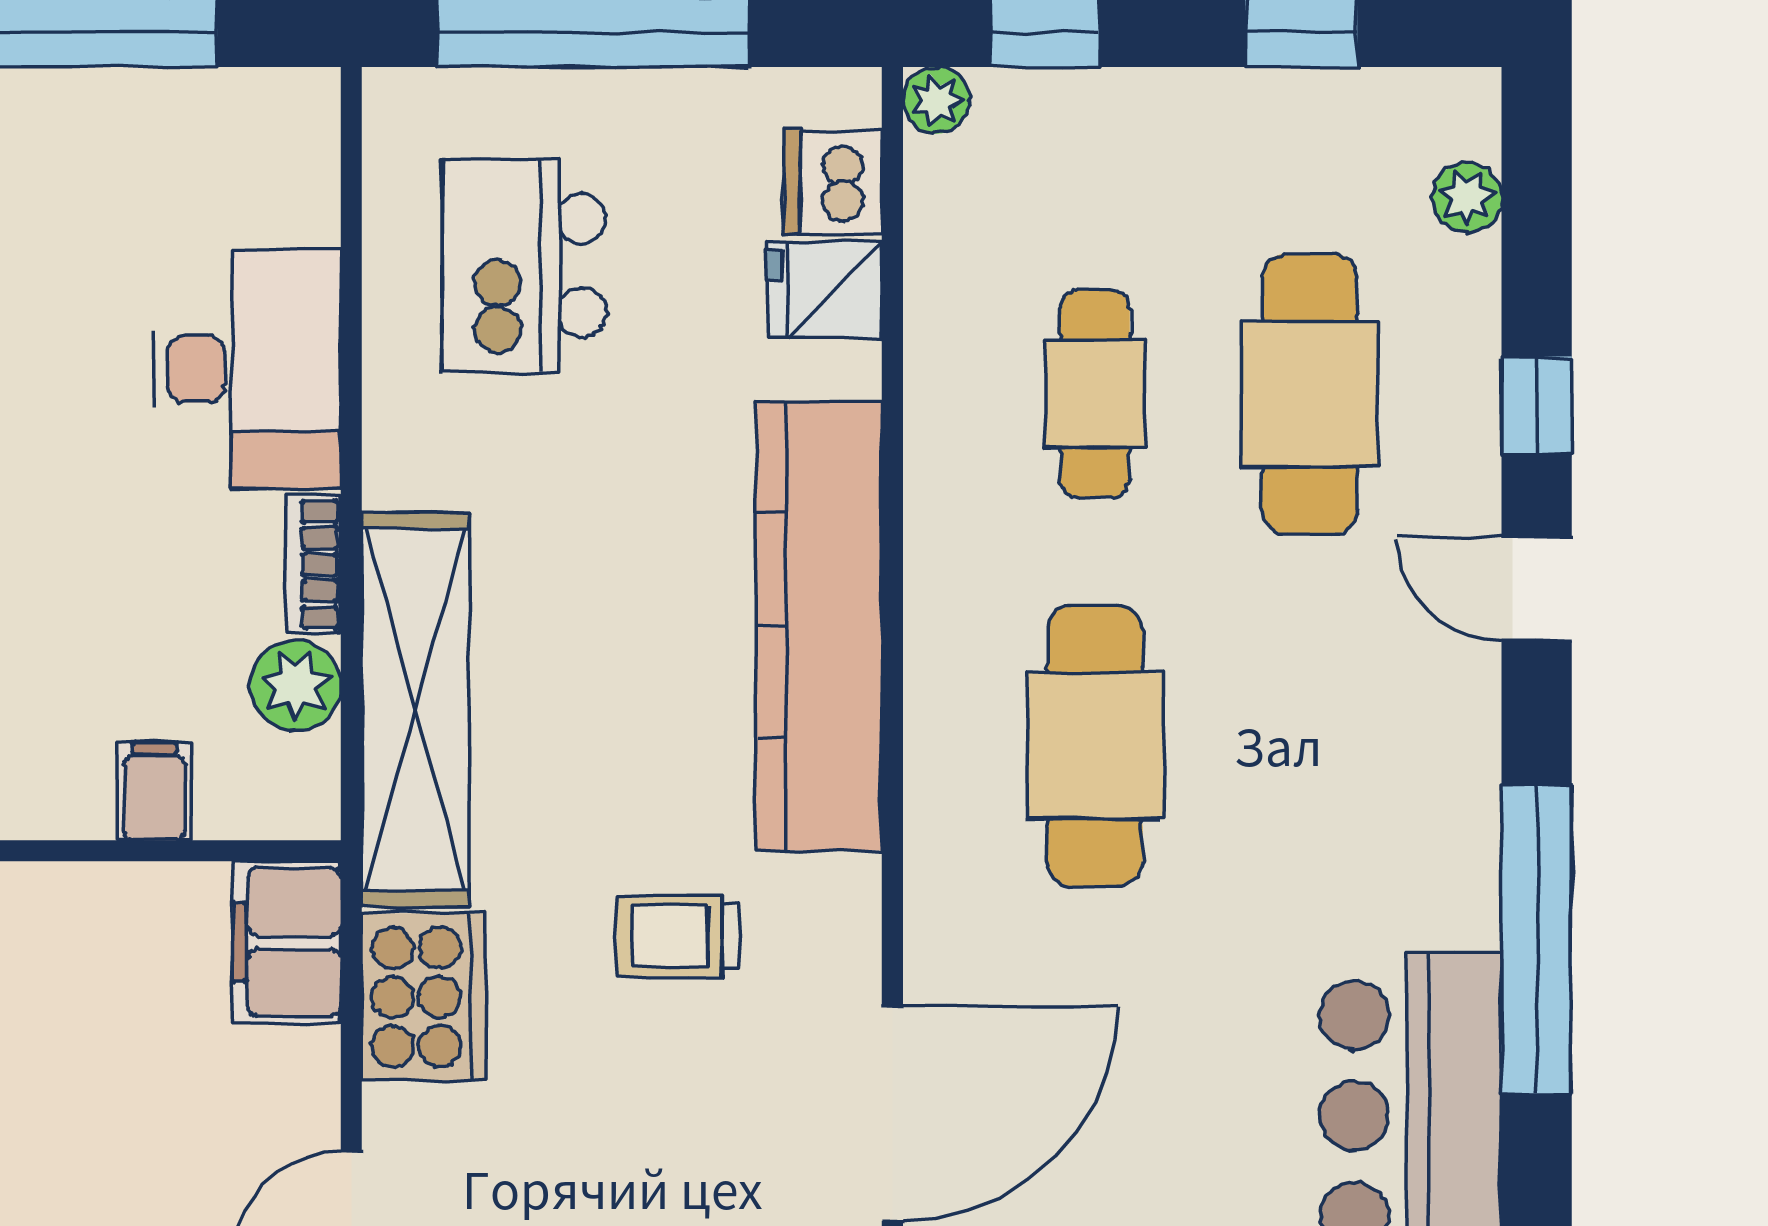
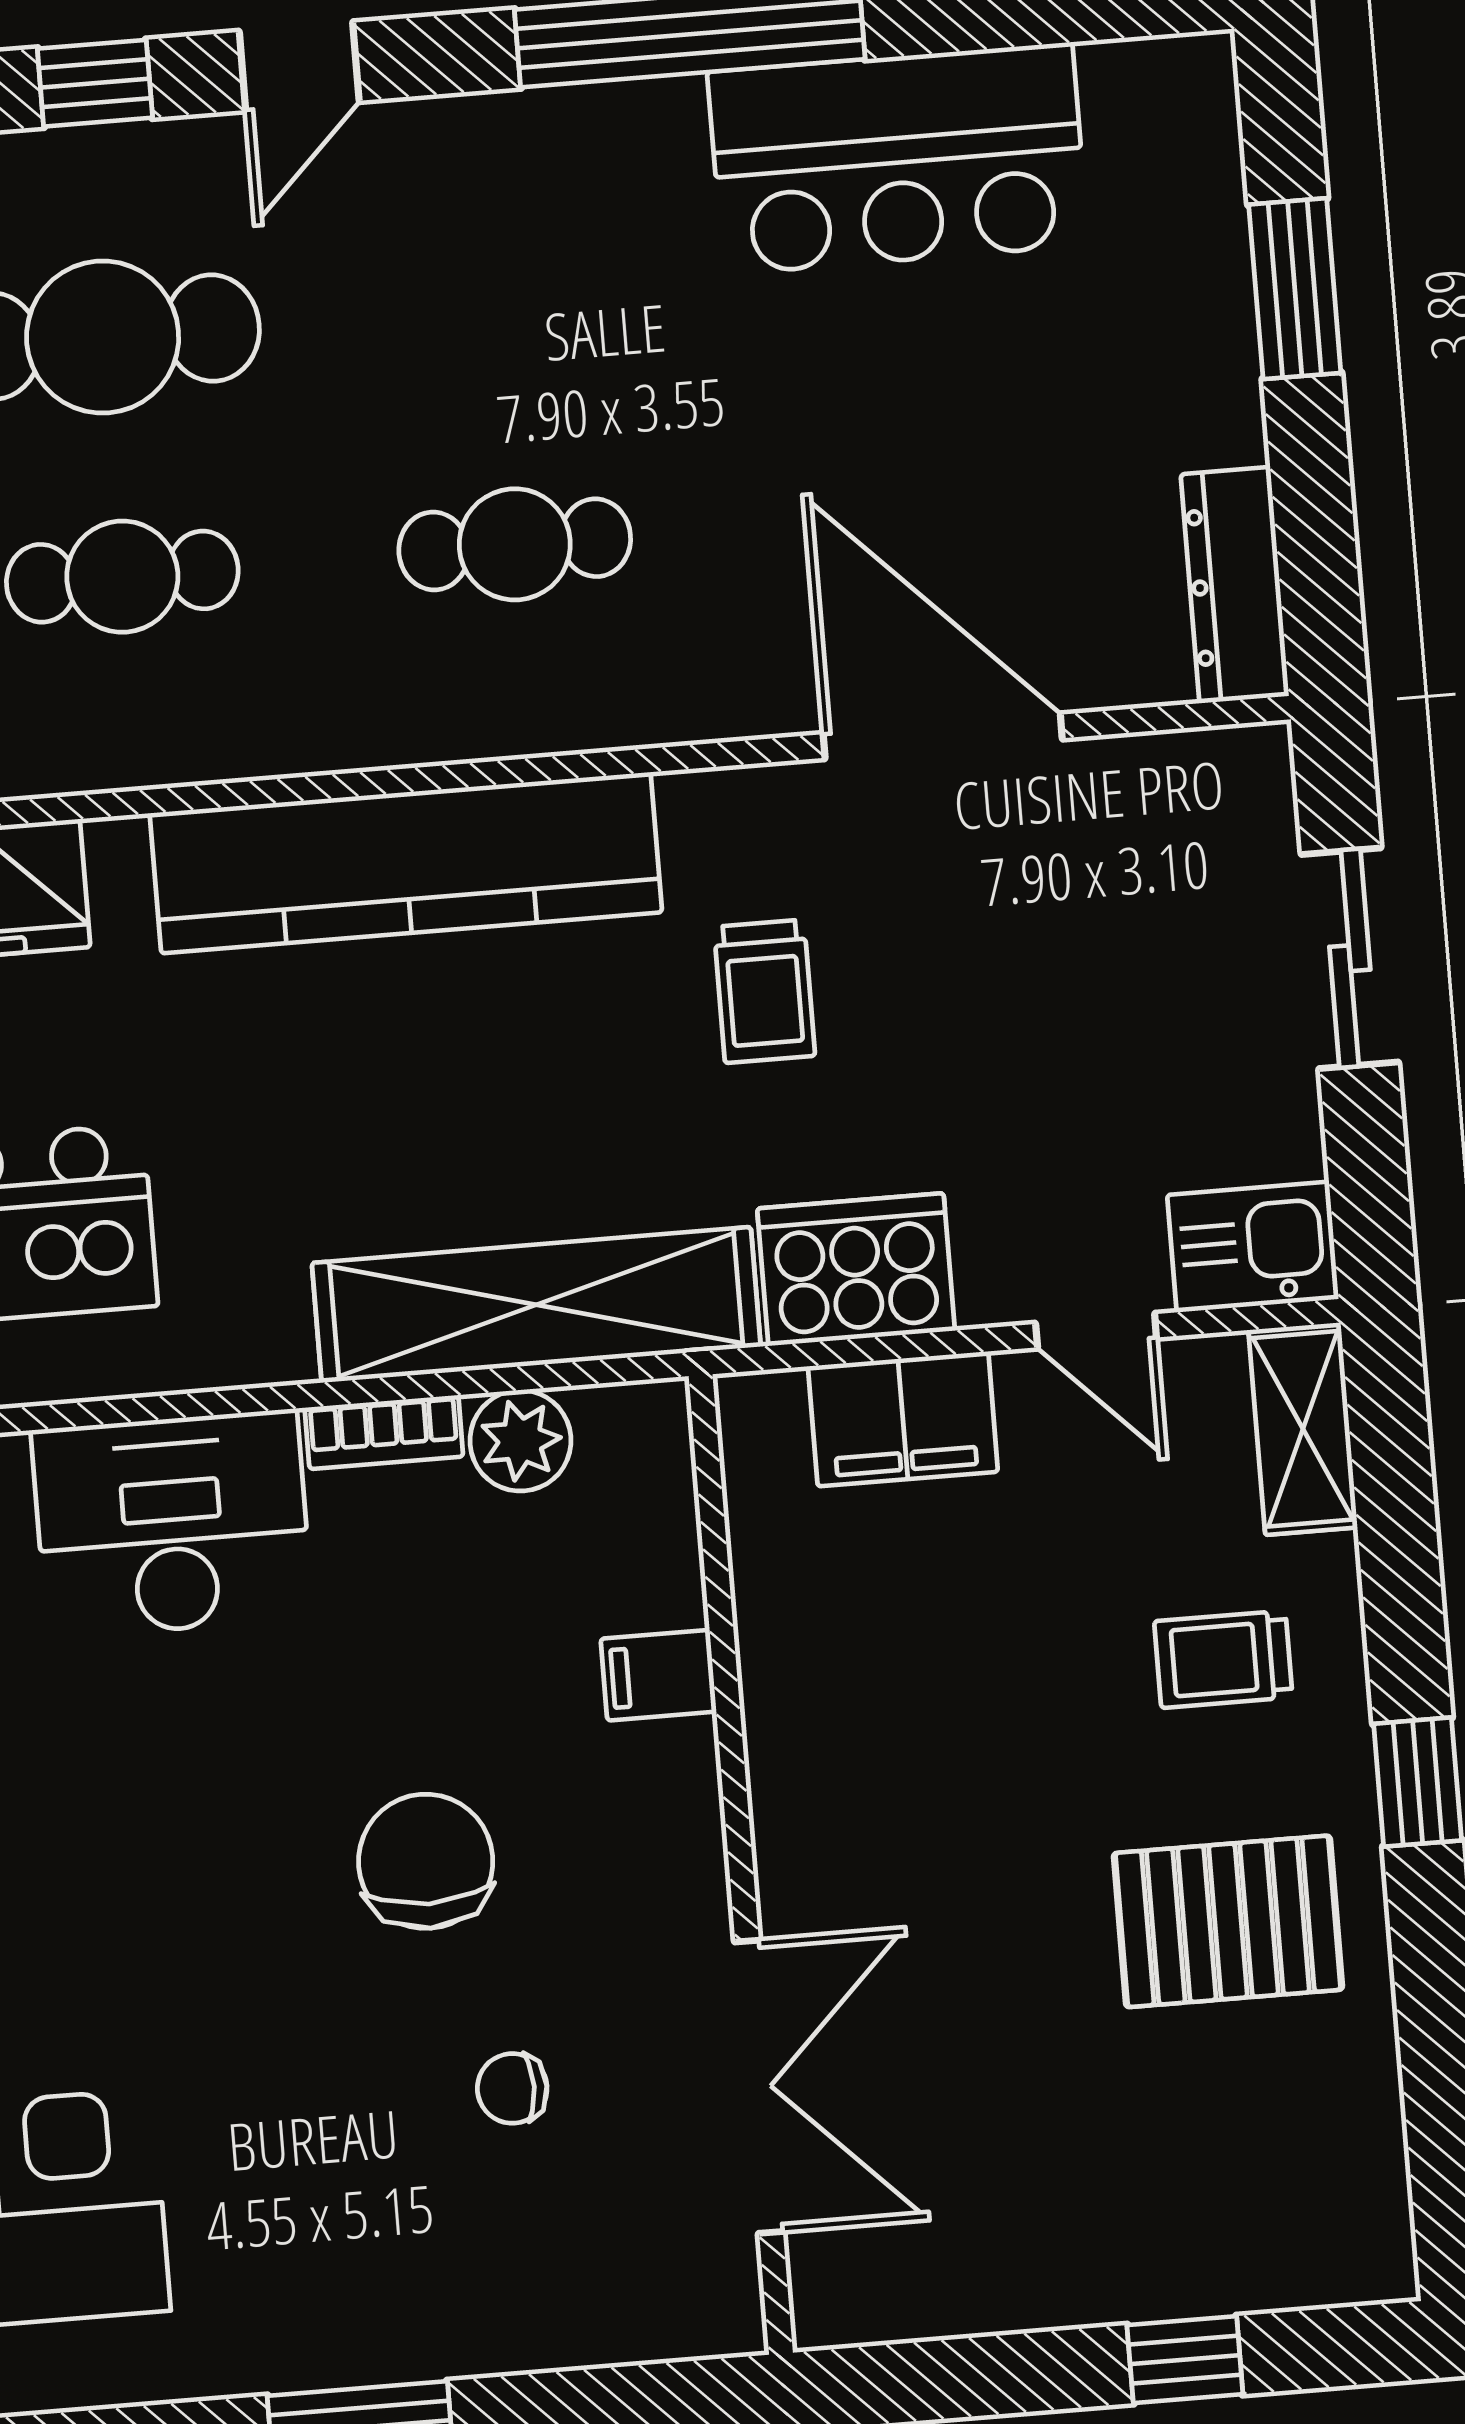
cafe table: (1095, 746) -> (515, 544), width x0.73, depth x0.74
filing cabinet: (155, 791) -> (659, 1675), moved
filing cabinet: (287, 942) -> (903, 1419), moved

